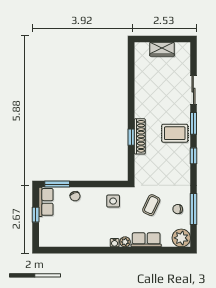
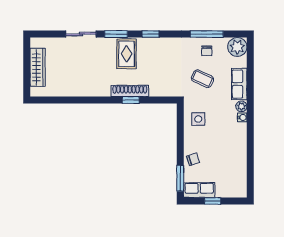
wardrobe: (162, 49) -> (38, 67), width x1.50

